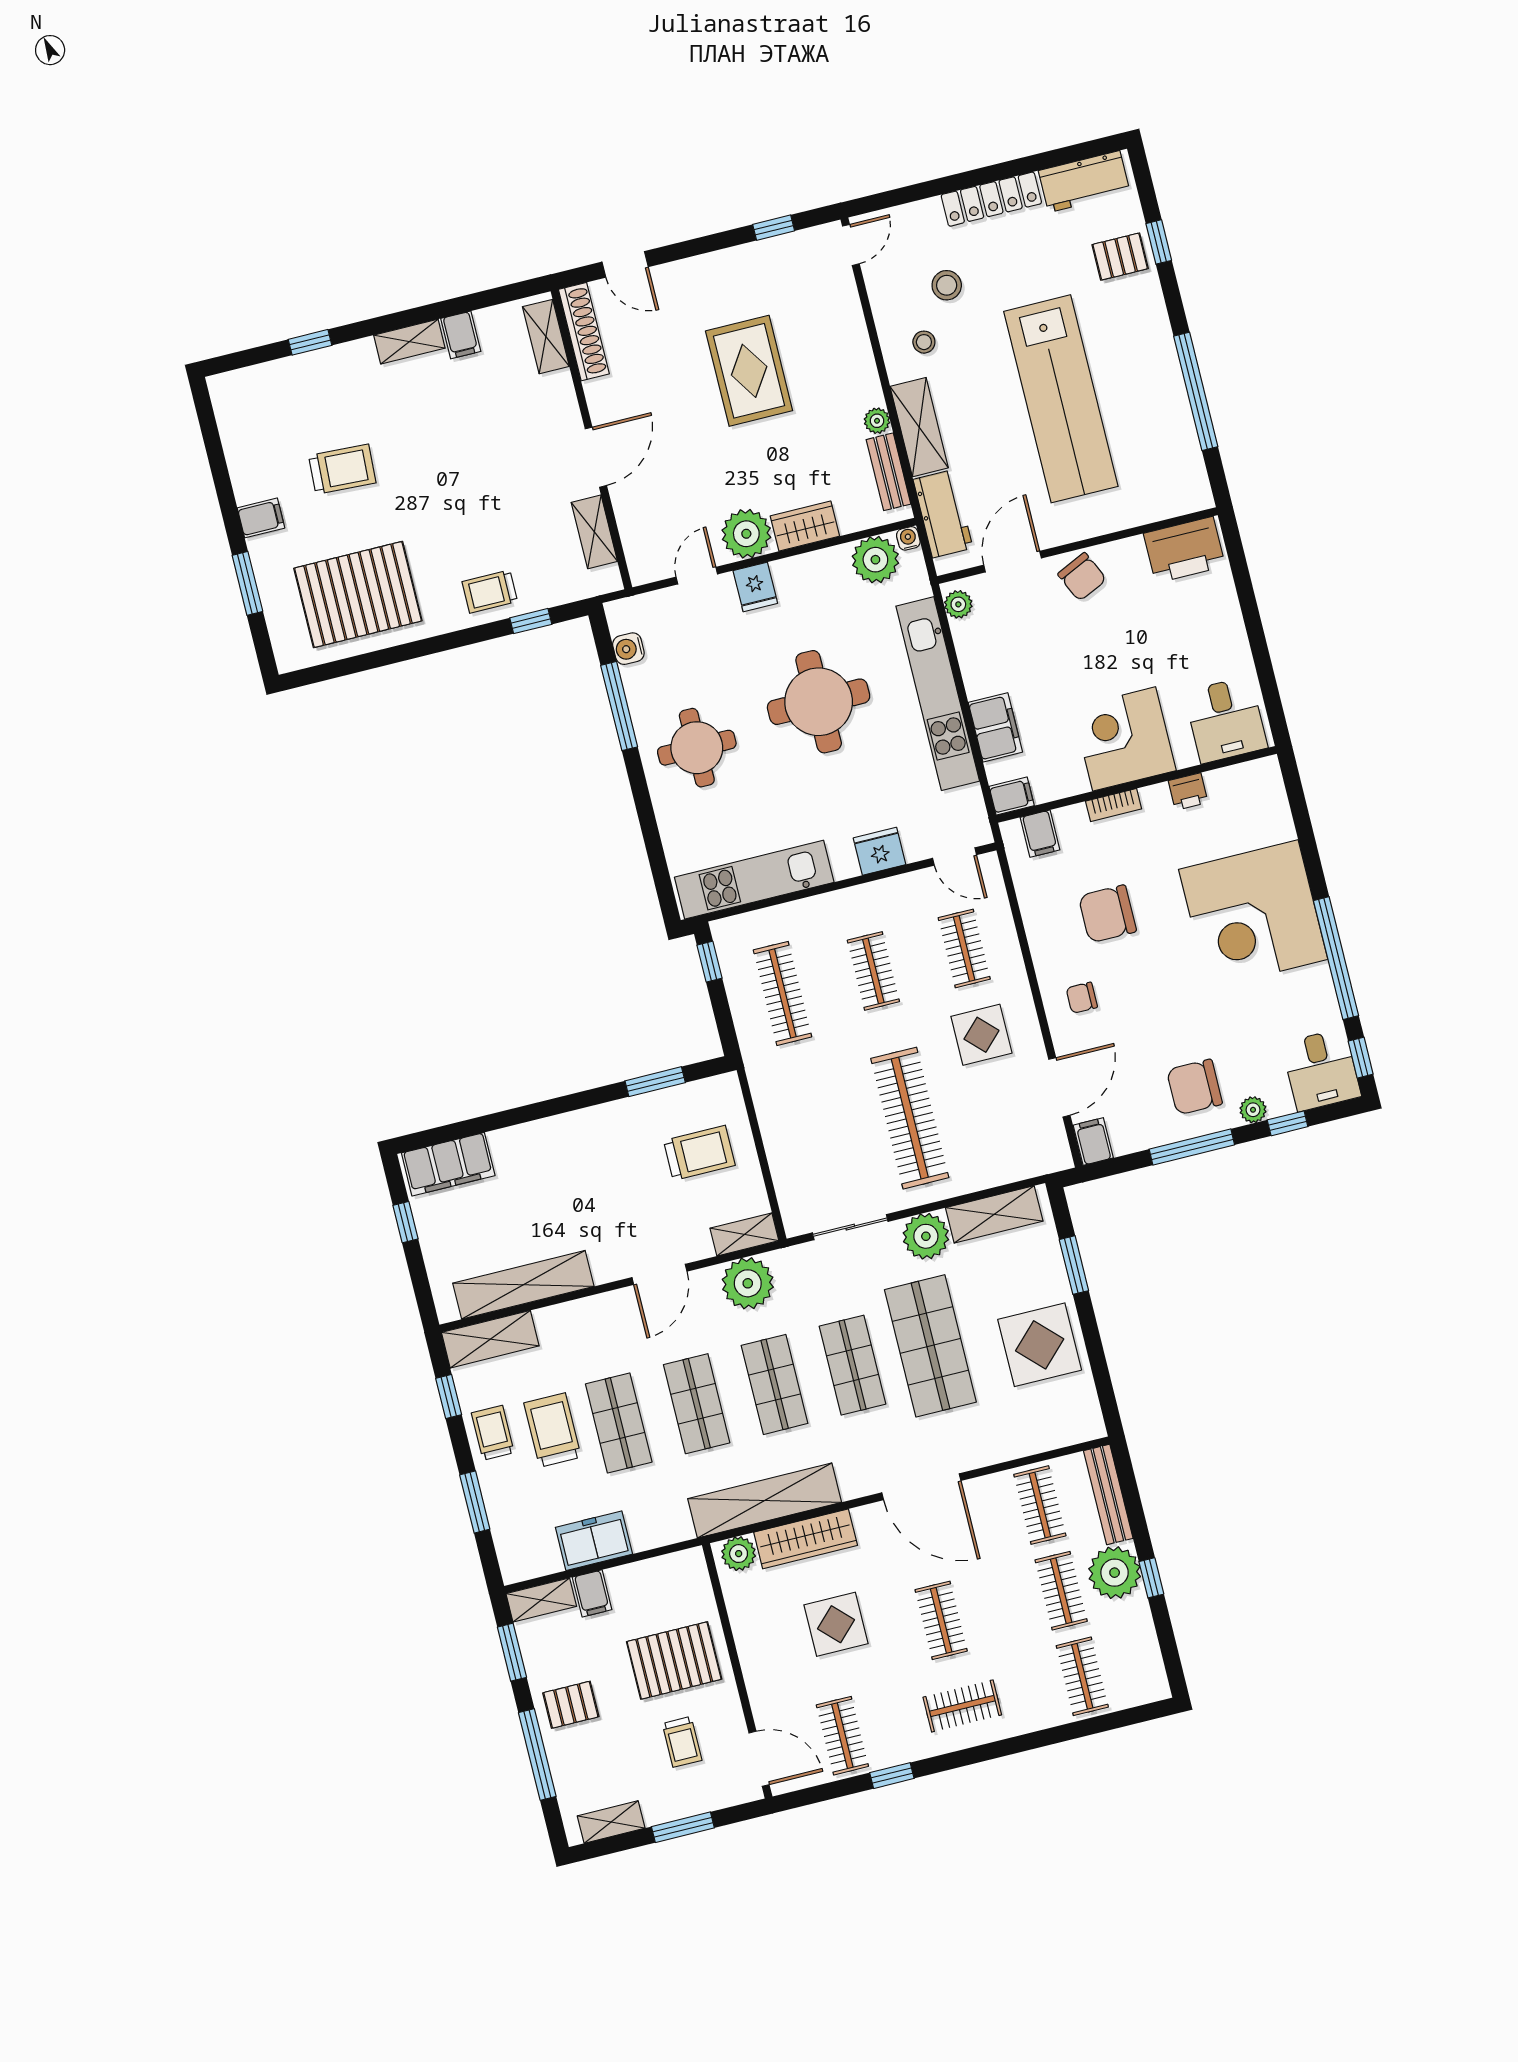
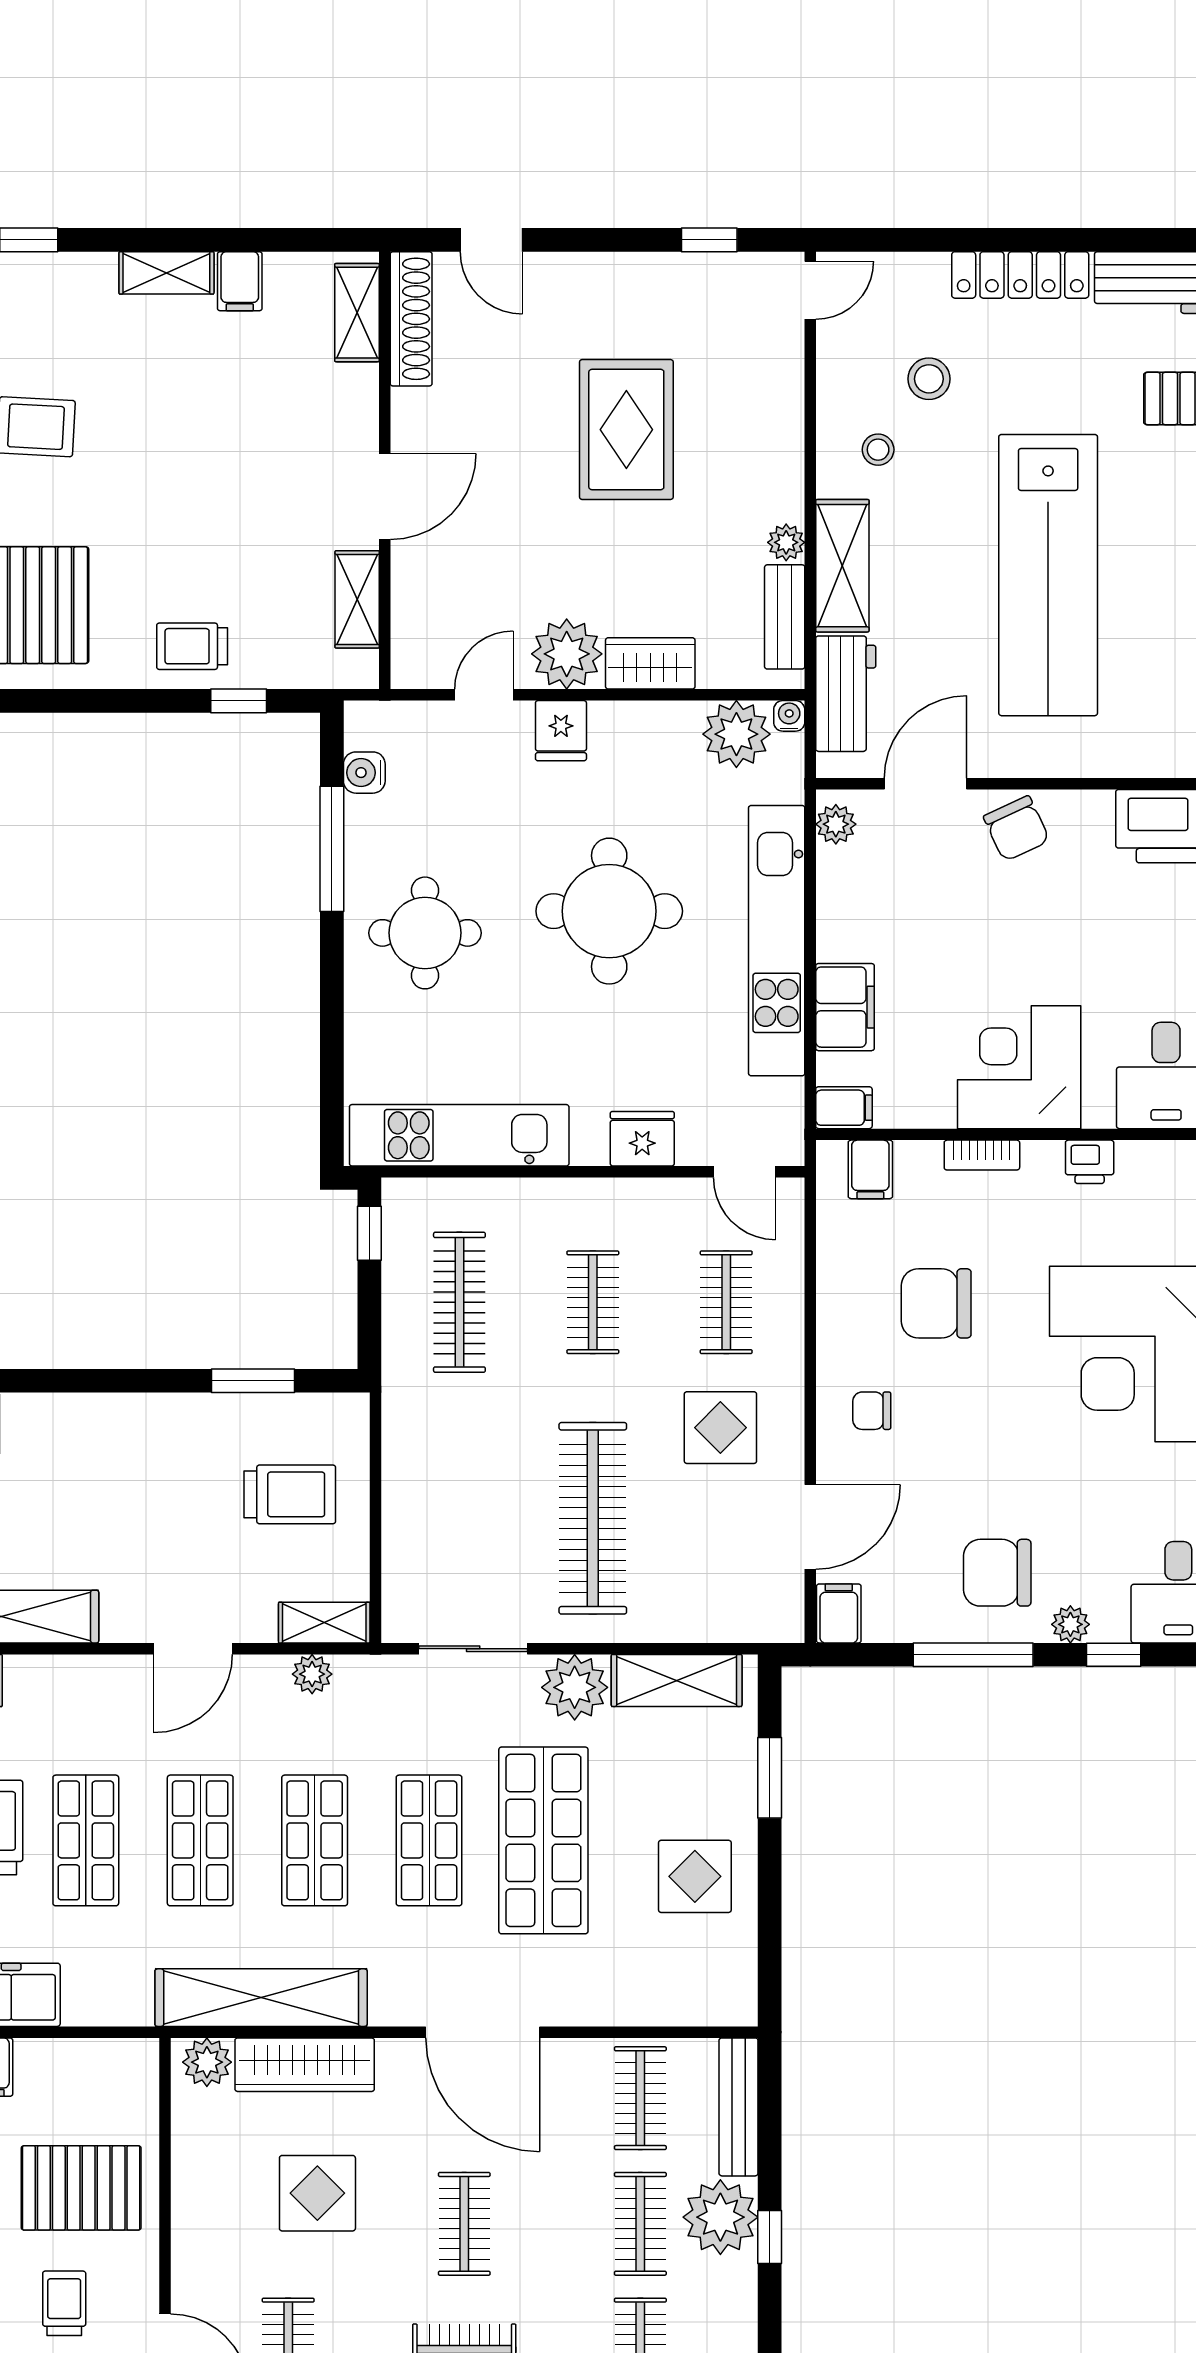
plant: (748, 1283) -> (312, 1674), width x0.53, depth x0.53
display table: (1040, 1345) -> (695, 1876), width x0.73, depth x0.73
trolley: (682, 1742) -> (64, 2303), turned 180

